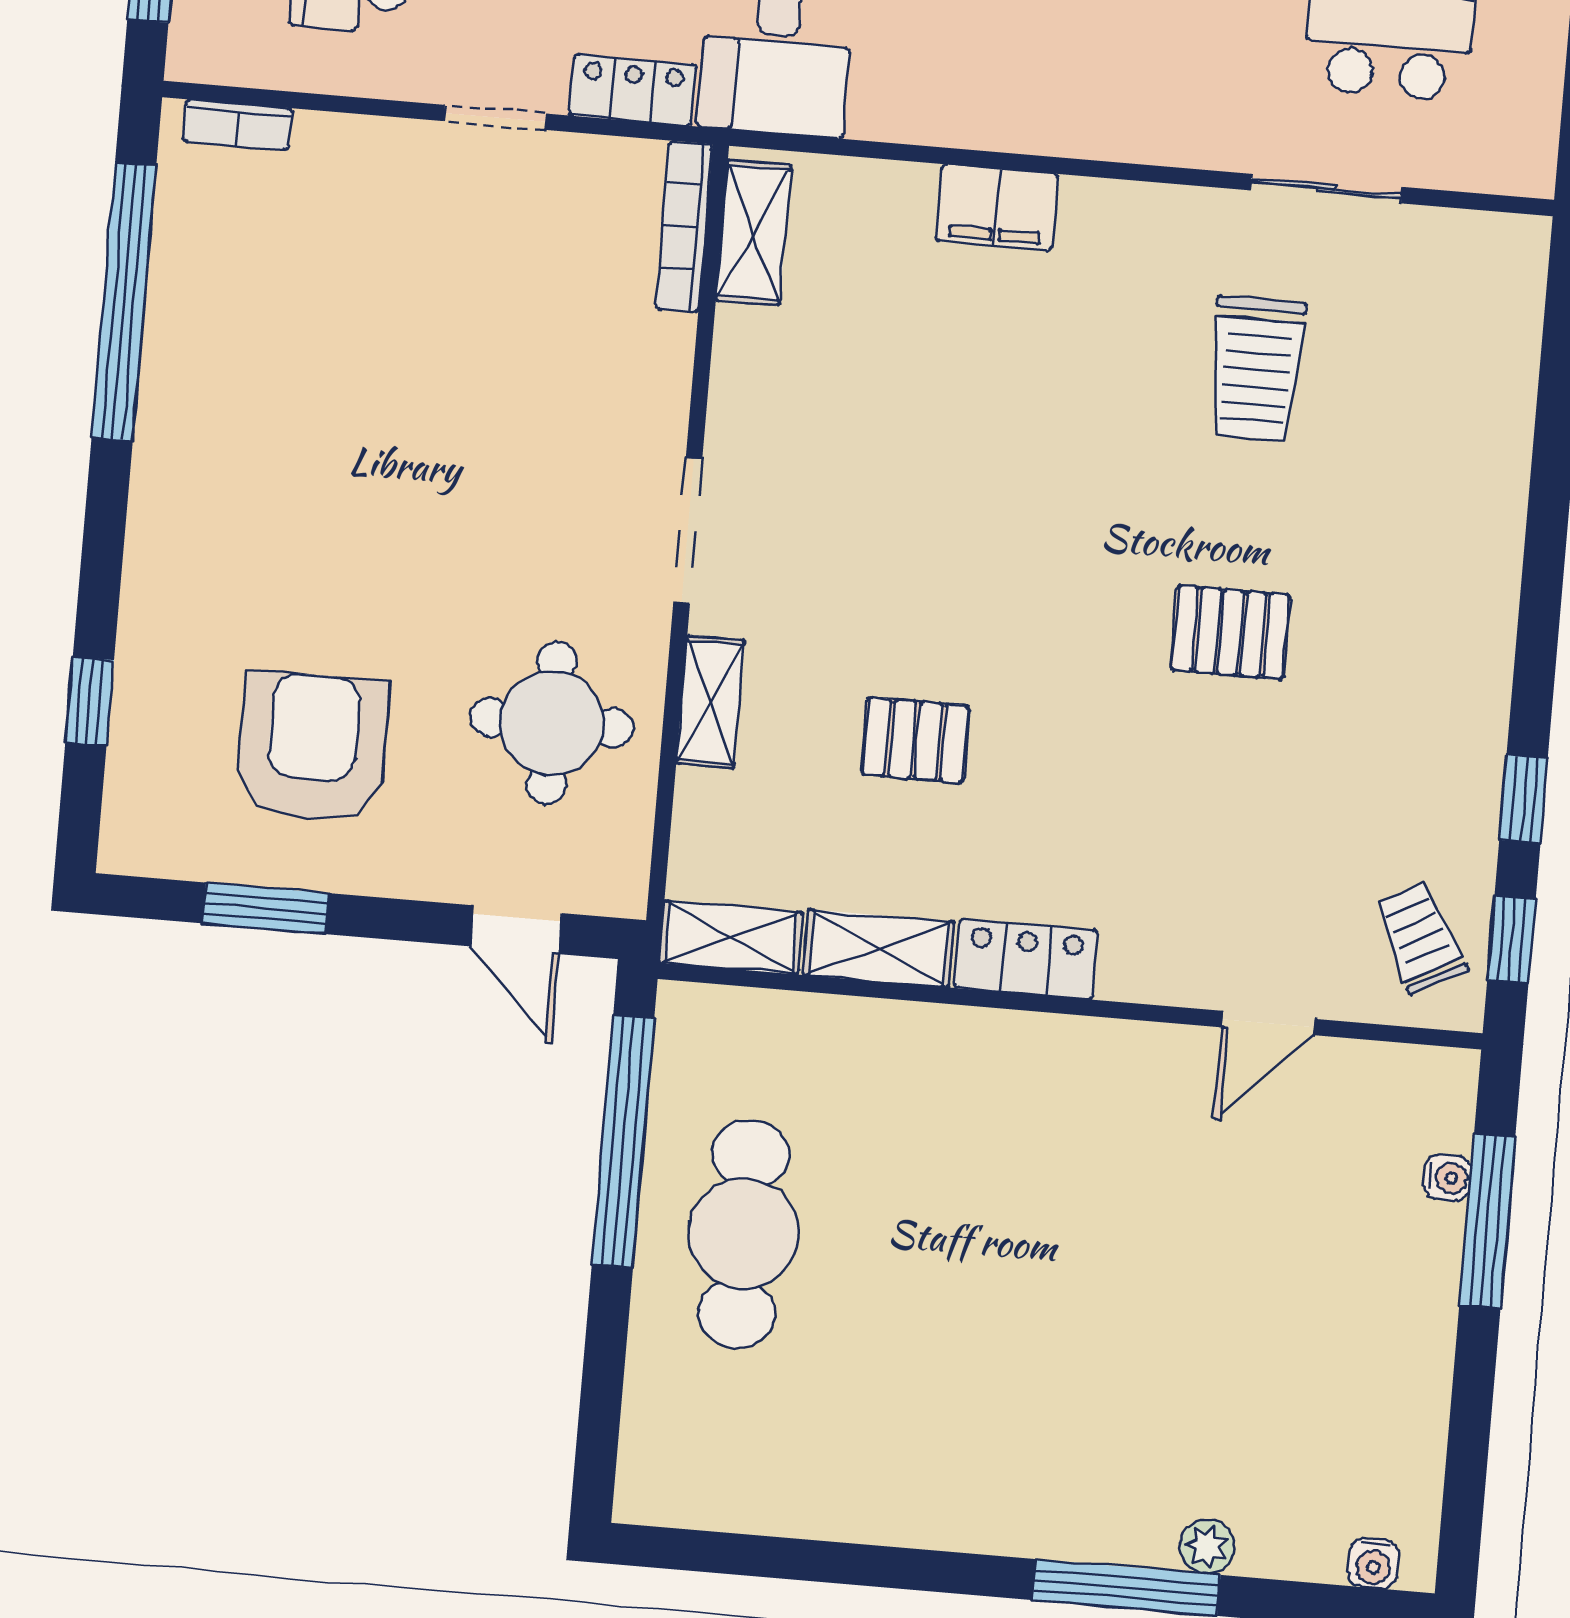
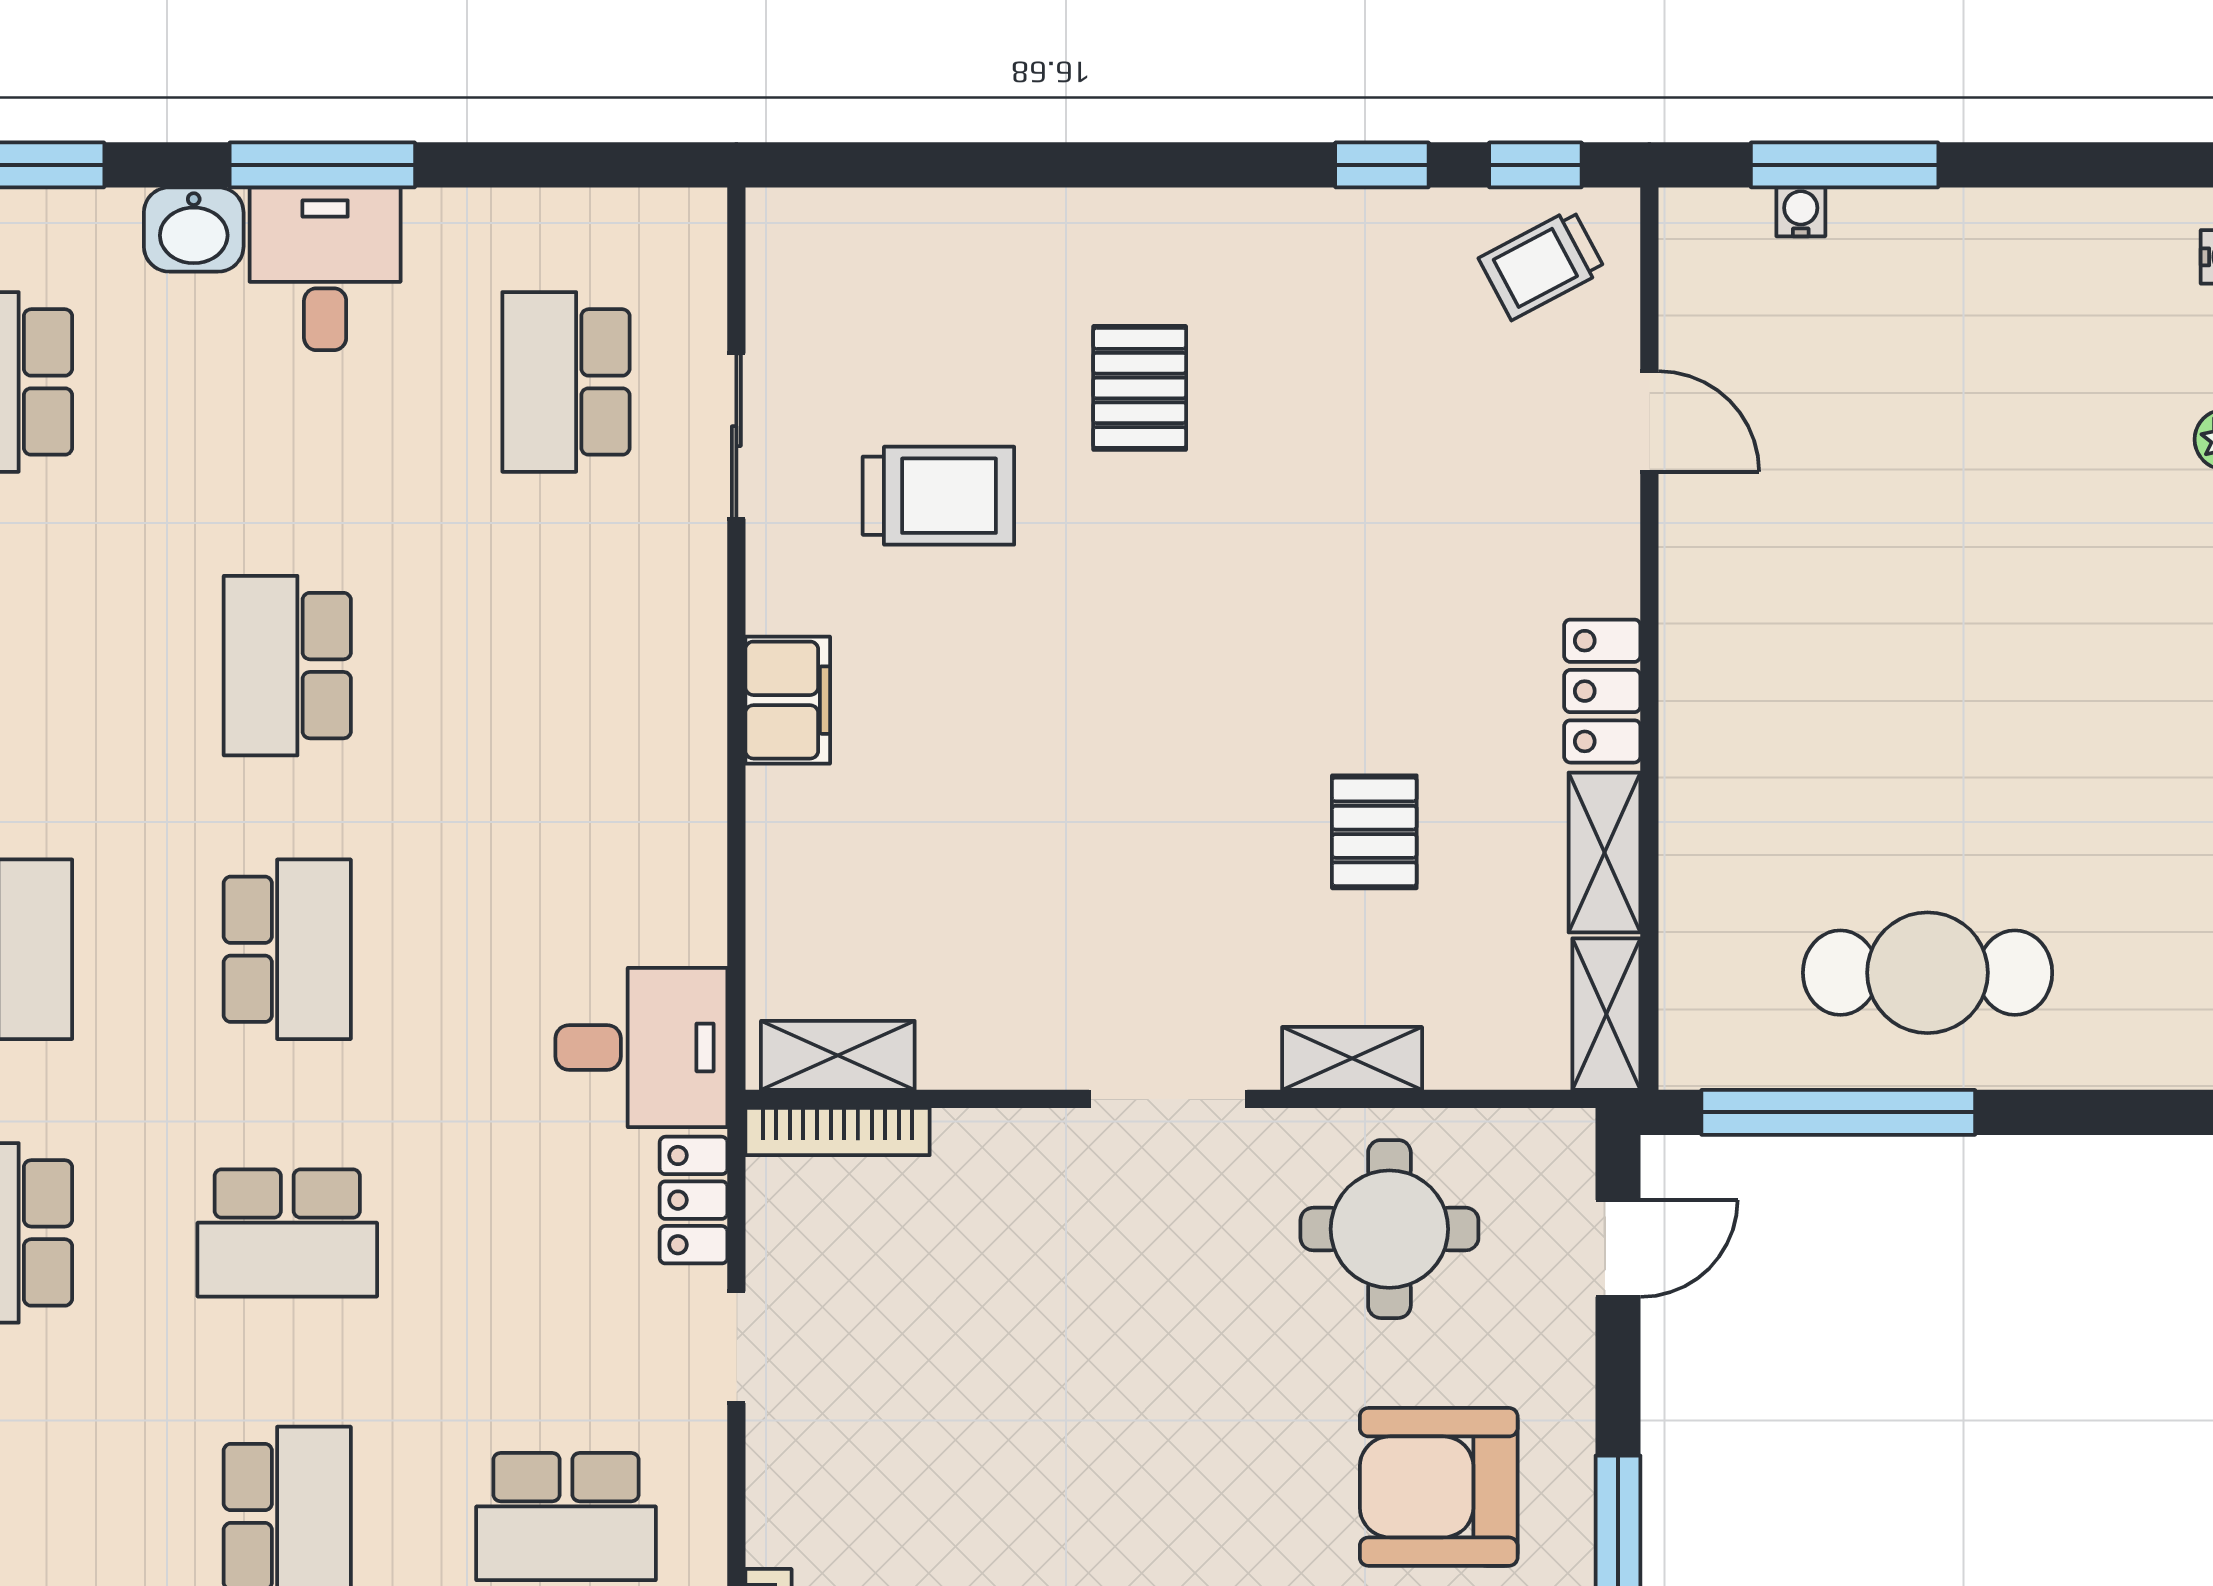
filing cabinet: (997, 208) -> (788, 700), moved
pallet: (1231, 632) -> (1140, 388), moved

